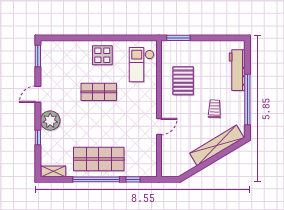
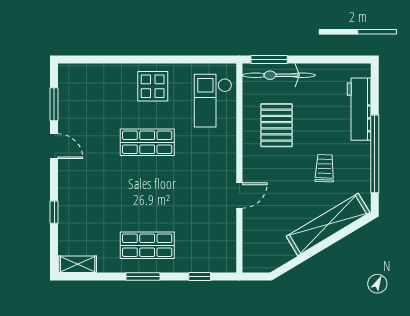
bicycle: (185, 48) -> (279, 75), added
window: (38, 56) -> (54, 104), moved
door: (38, 94) -> (54, 146), swing flipped
plant: (50, 121) -> (73, 186), removed
shop shelf: (99, 159) -> (147, 245), width x0.70, depth x0.74
window: (96, 179) -> (143, 277), width x0.47

